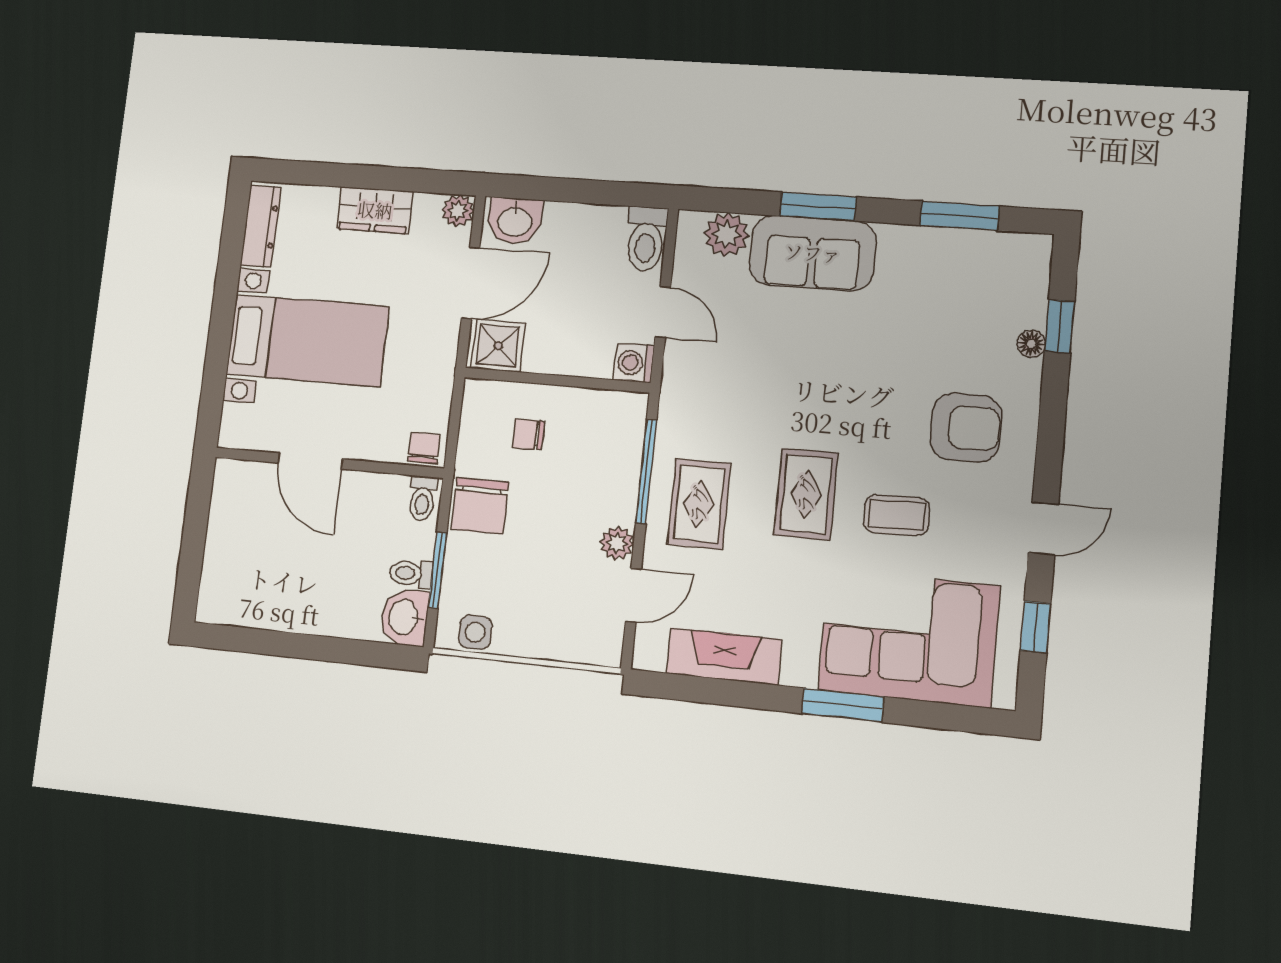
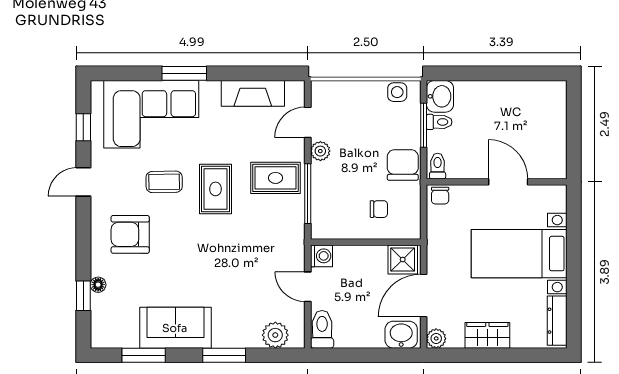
sofa: (813, 253) -> (175, 328), moved
rug: (699, 504) -> (275, 178), turned 90

